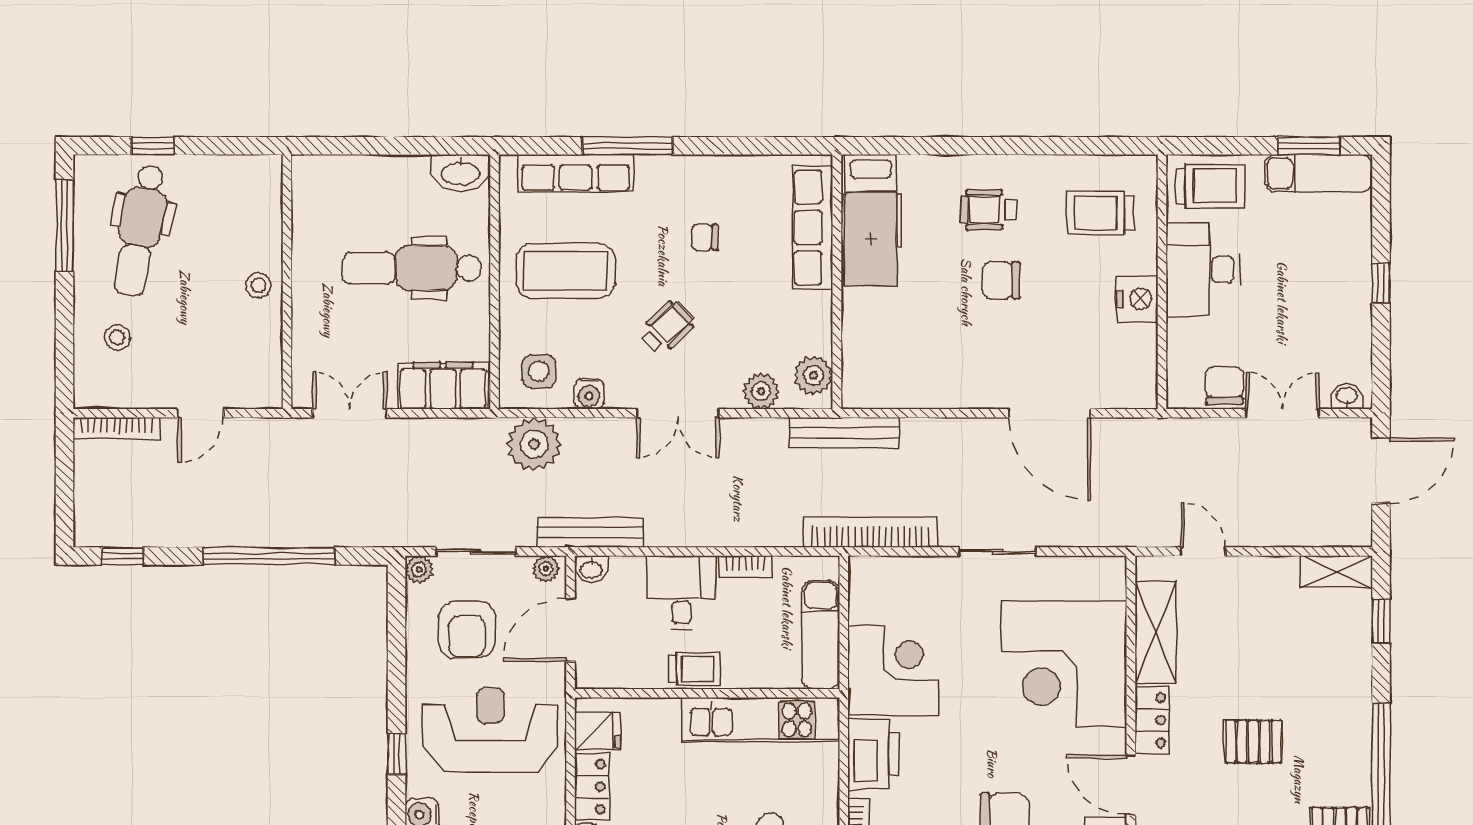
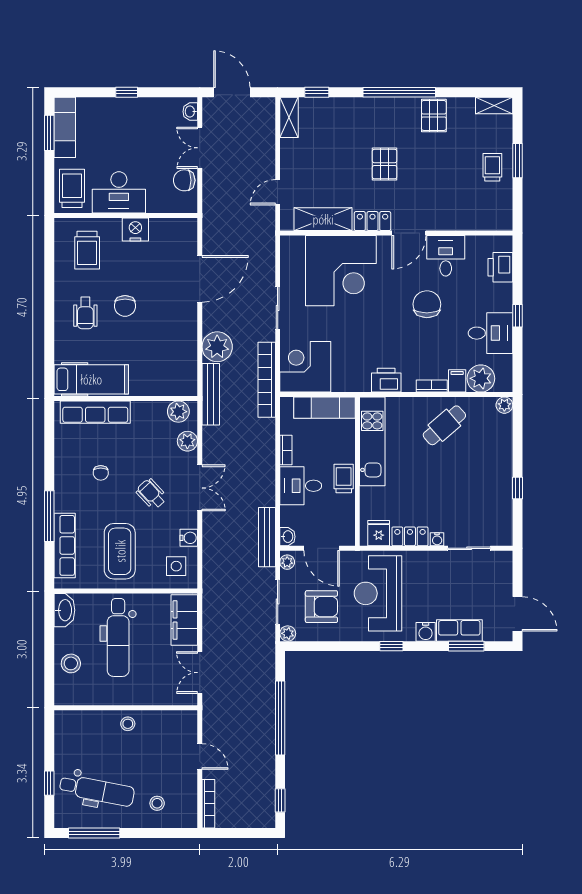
stool: (366, 184) -> (71, 663), added
plant: (534, 444) -> (217, 347), moved
corner desk: (893, 671) -> (305, 367), moved
printer: (874, 754) -> (386, 380), width x0.73, depth x0.84

